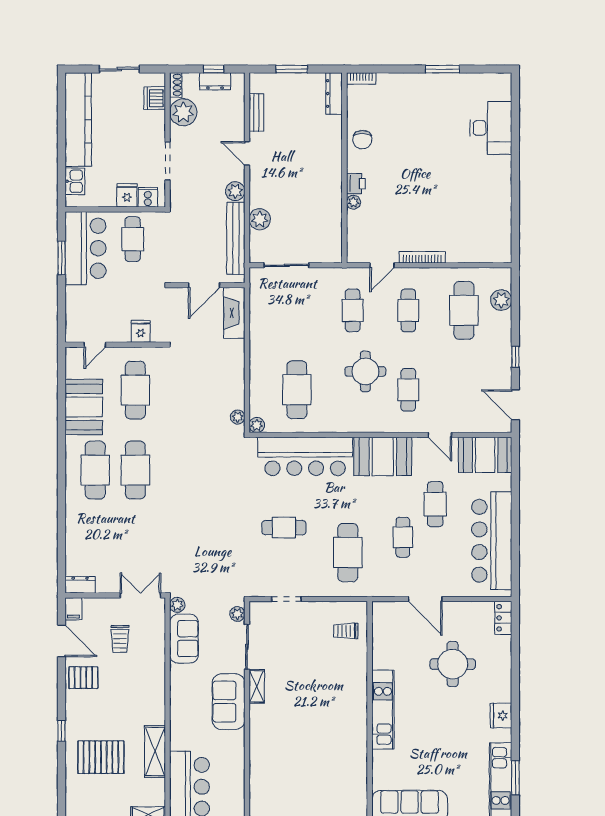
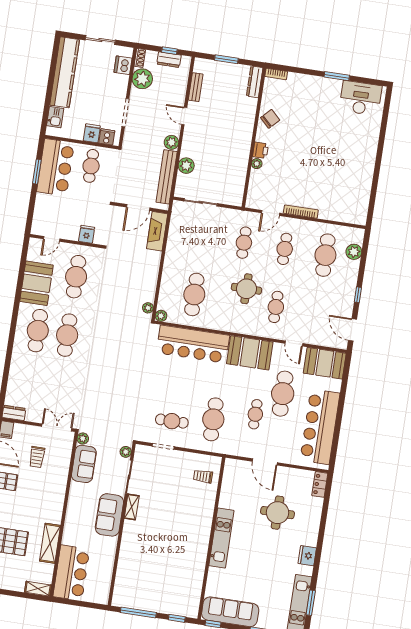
desk: (491, 128) -> (361, 98), moved, turned -90
chair: (362, 140) -> (270, 119), turned -136
cafe table: (435, 504) -> (283, 394), width x1.37, depth x1.35
cafe table: (284, 528) -> (172, 421), moved

